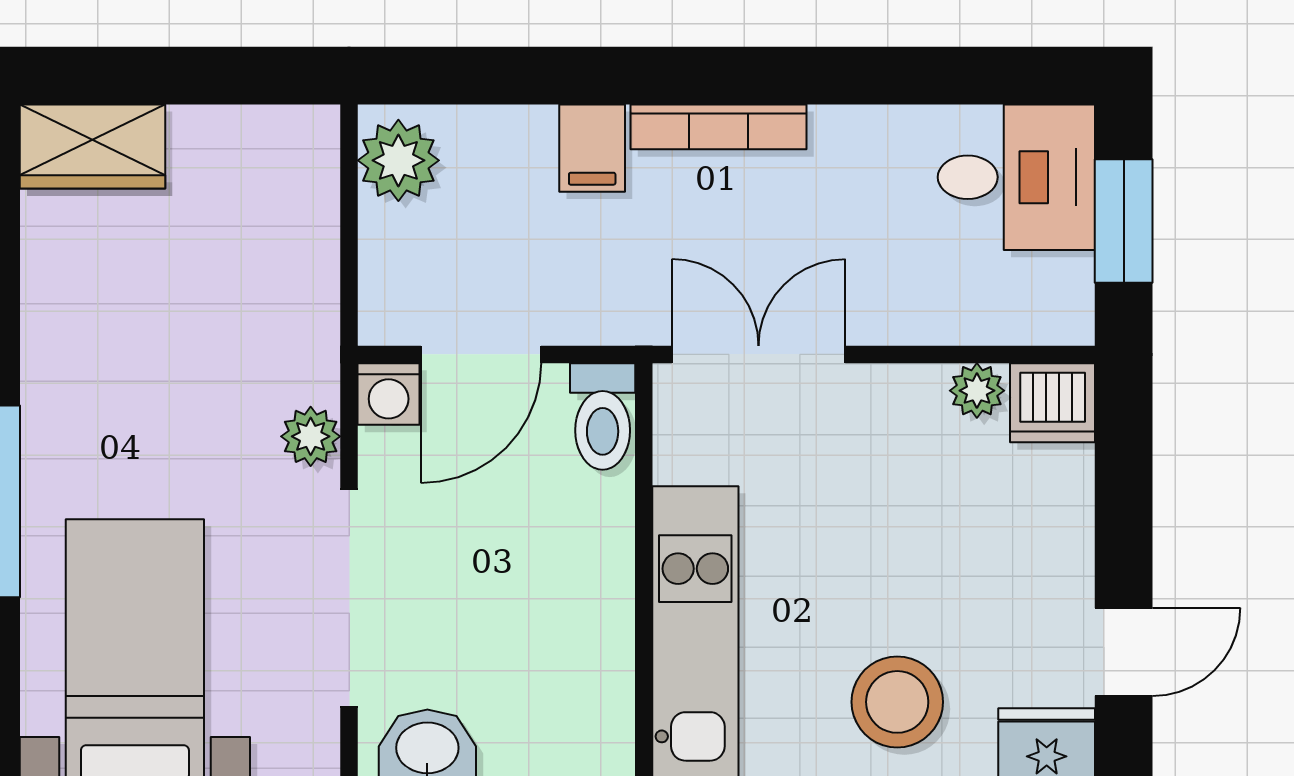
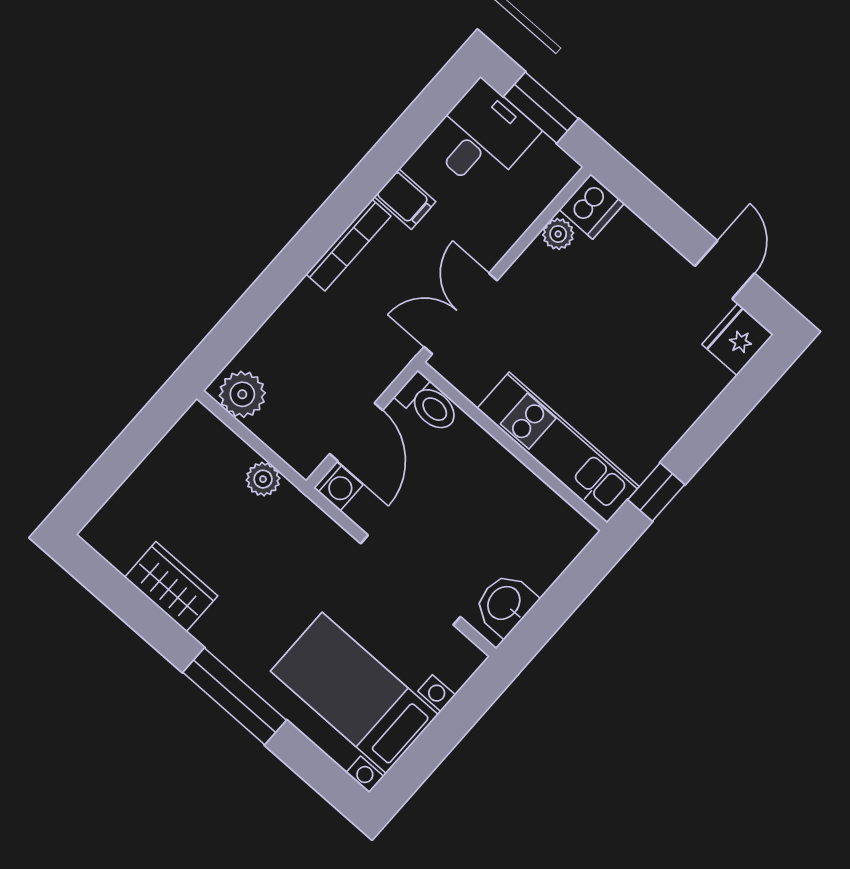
wardrobe: (92, 146) -> (171, 587), moved, turned -90
filing cabinet: (592, 148) -> (405, 199), moved
plant: (311, 436) -> (263, 479), moved
stool: (897, 702) -> (661, 385), removed

